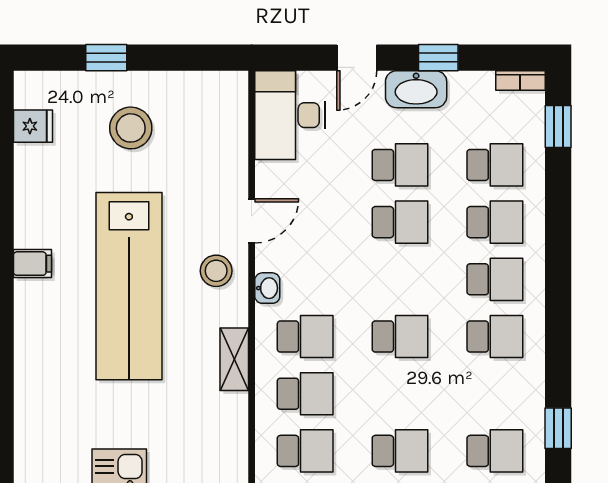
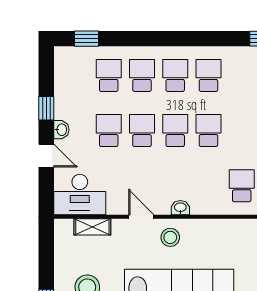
bookcase: (520, 80) -> (60, 61), removed
washbasin: (416, 89) -> (61, 130), width x0.52, depth x0.69
school desk: (305, 337) -> (175, 131), moved
shelving: (234, 359) -> (92, 227), moved

